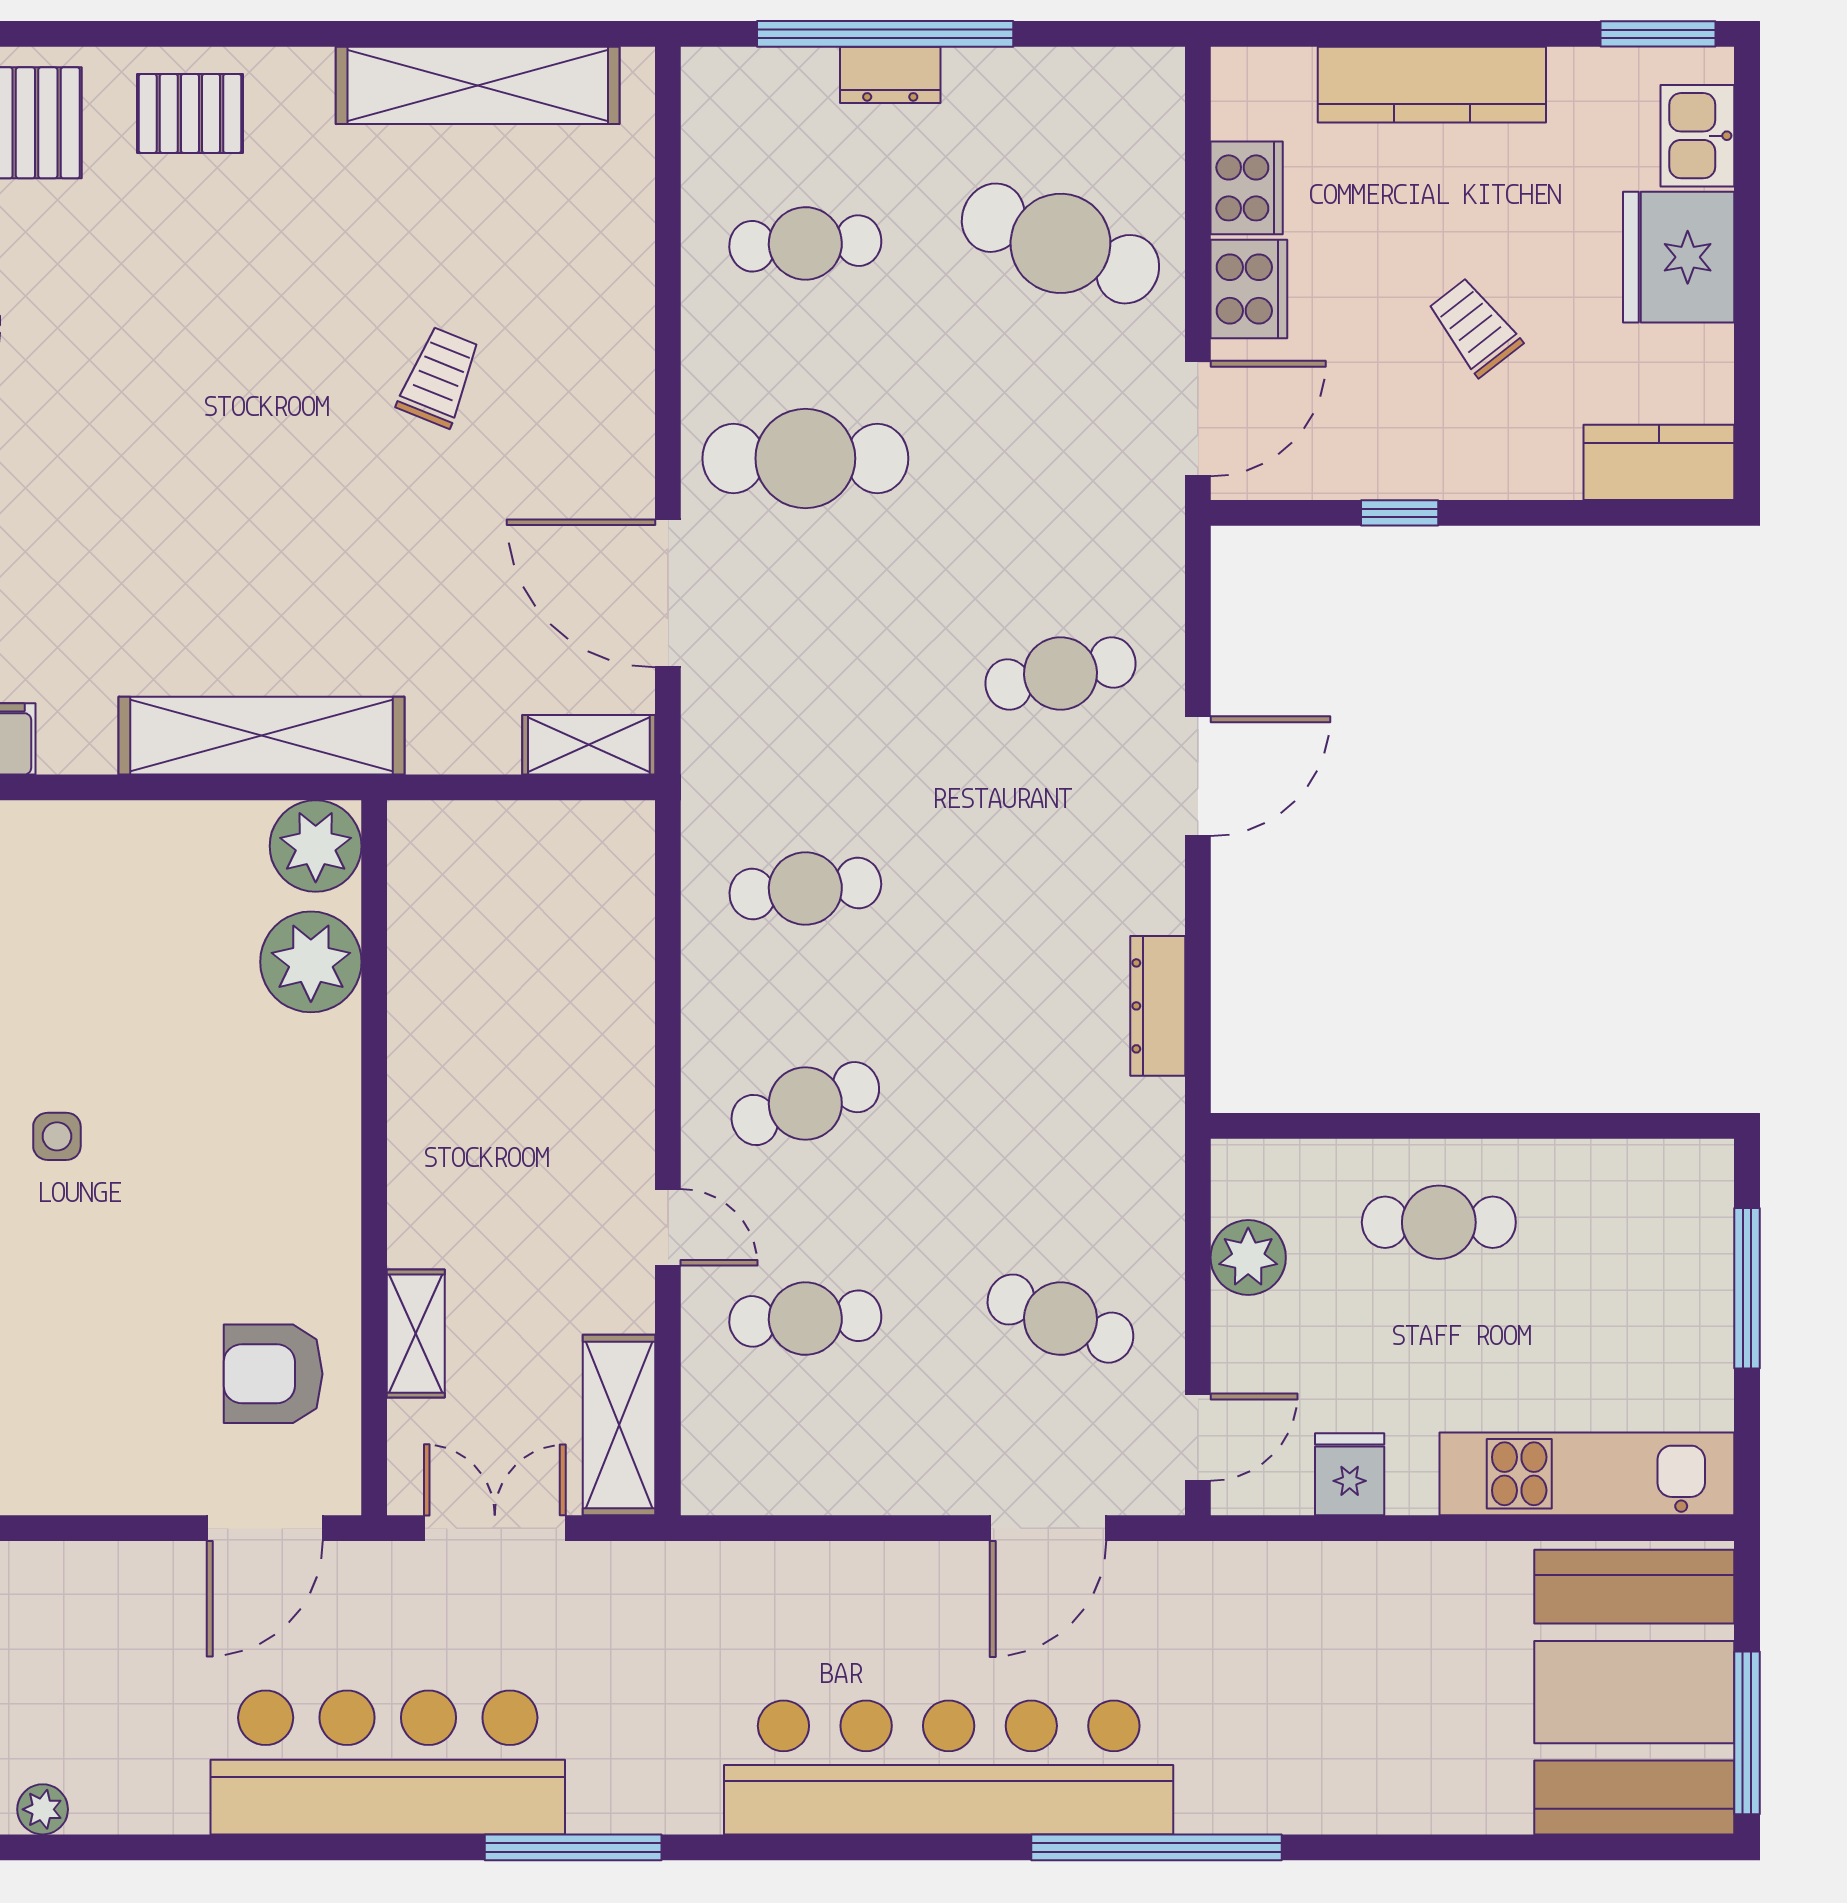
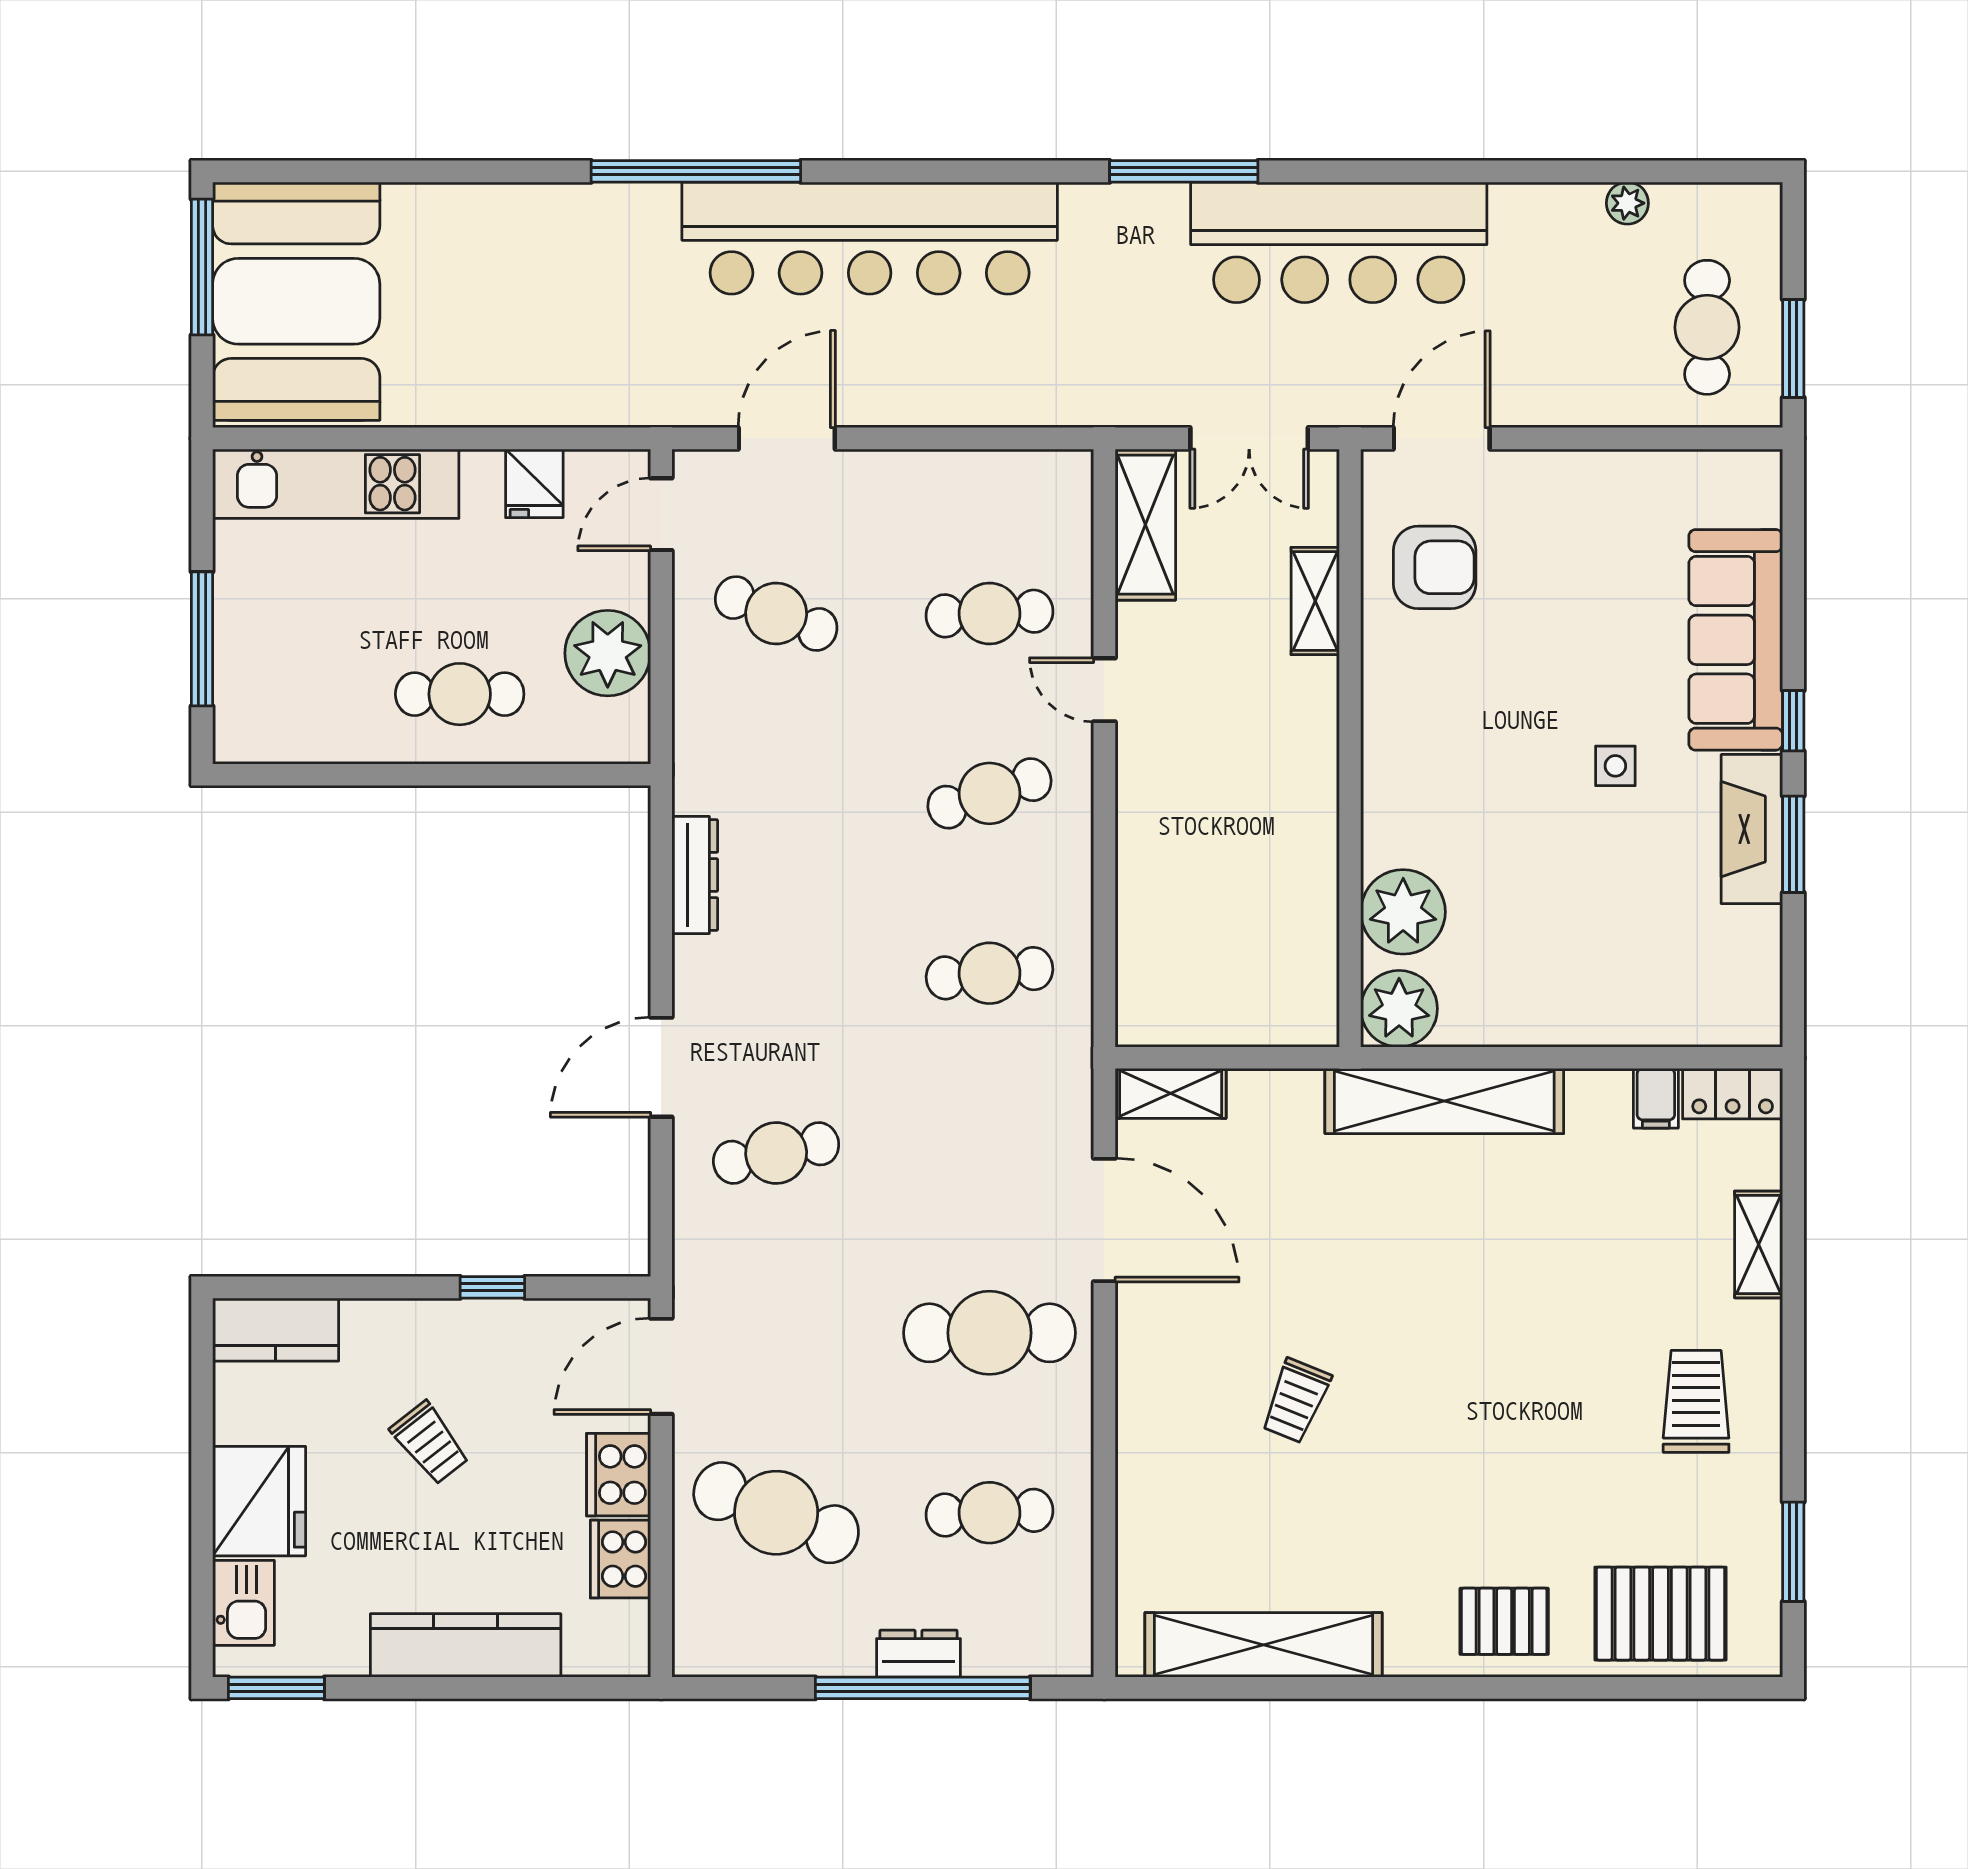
plant: (1248, 1258) -> (608, 653), width x1.36, depth x1.36

